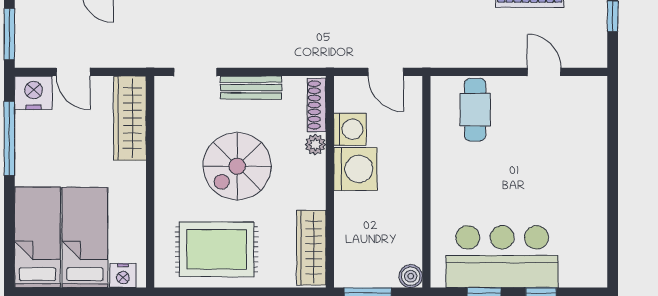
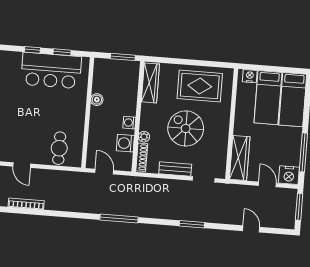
spiral stairs: (237, 166) -> (186, 128), turned -90
washing machine: (355, 169) -> (129, 123), width x0.53, depth x0.53
boiler: (411, 276) -> (97, 100), moved

